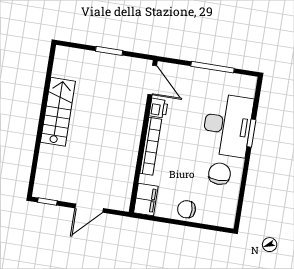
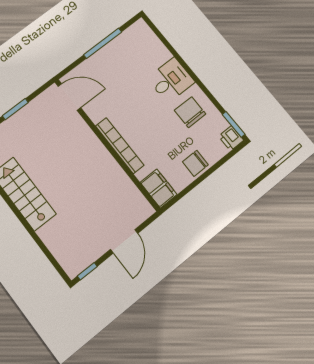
printer: (158, 108) -> (231, 138), moved, turned 180
desk: (227, 125) -> (171, 80), width x0.53, depth x0.77
window: (251, 133) -> (234, 124), moved

